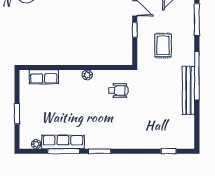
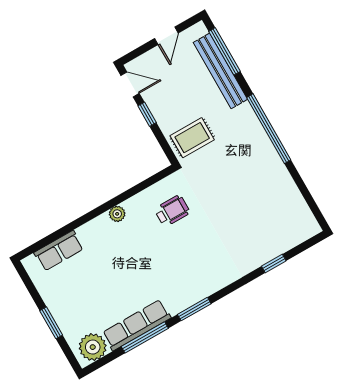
rug: (163, 46) -> (192, 138), moved, turned 90
bench: (188, 90) -> (220, 71), moved
plant: (36, 144) -> (93, 347), width x1.88, depth x1.88
window: (169, 151) -> (274, 264), moved

